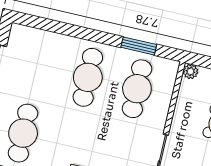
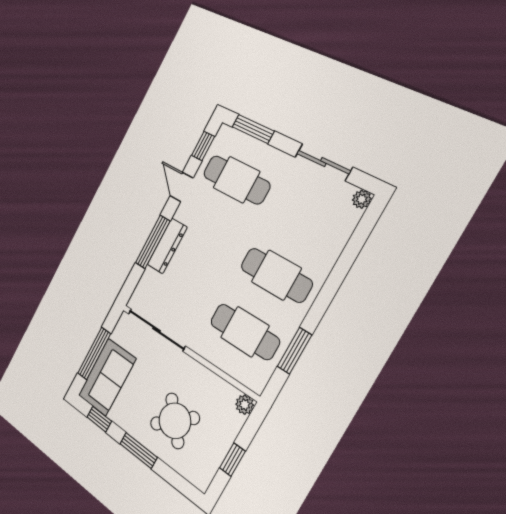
plant: (17, 30) -> (362, 199), added

